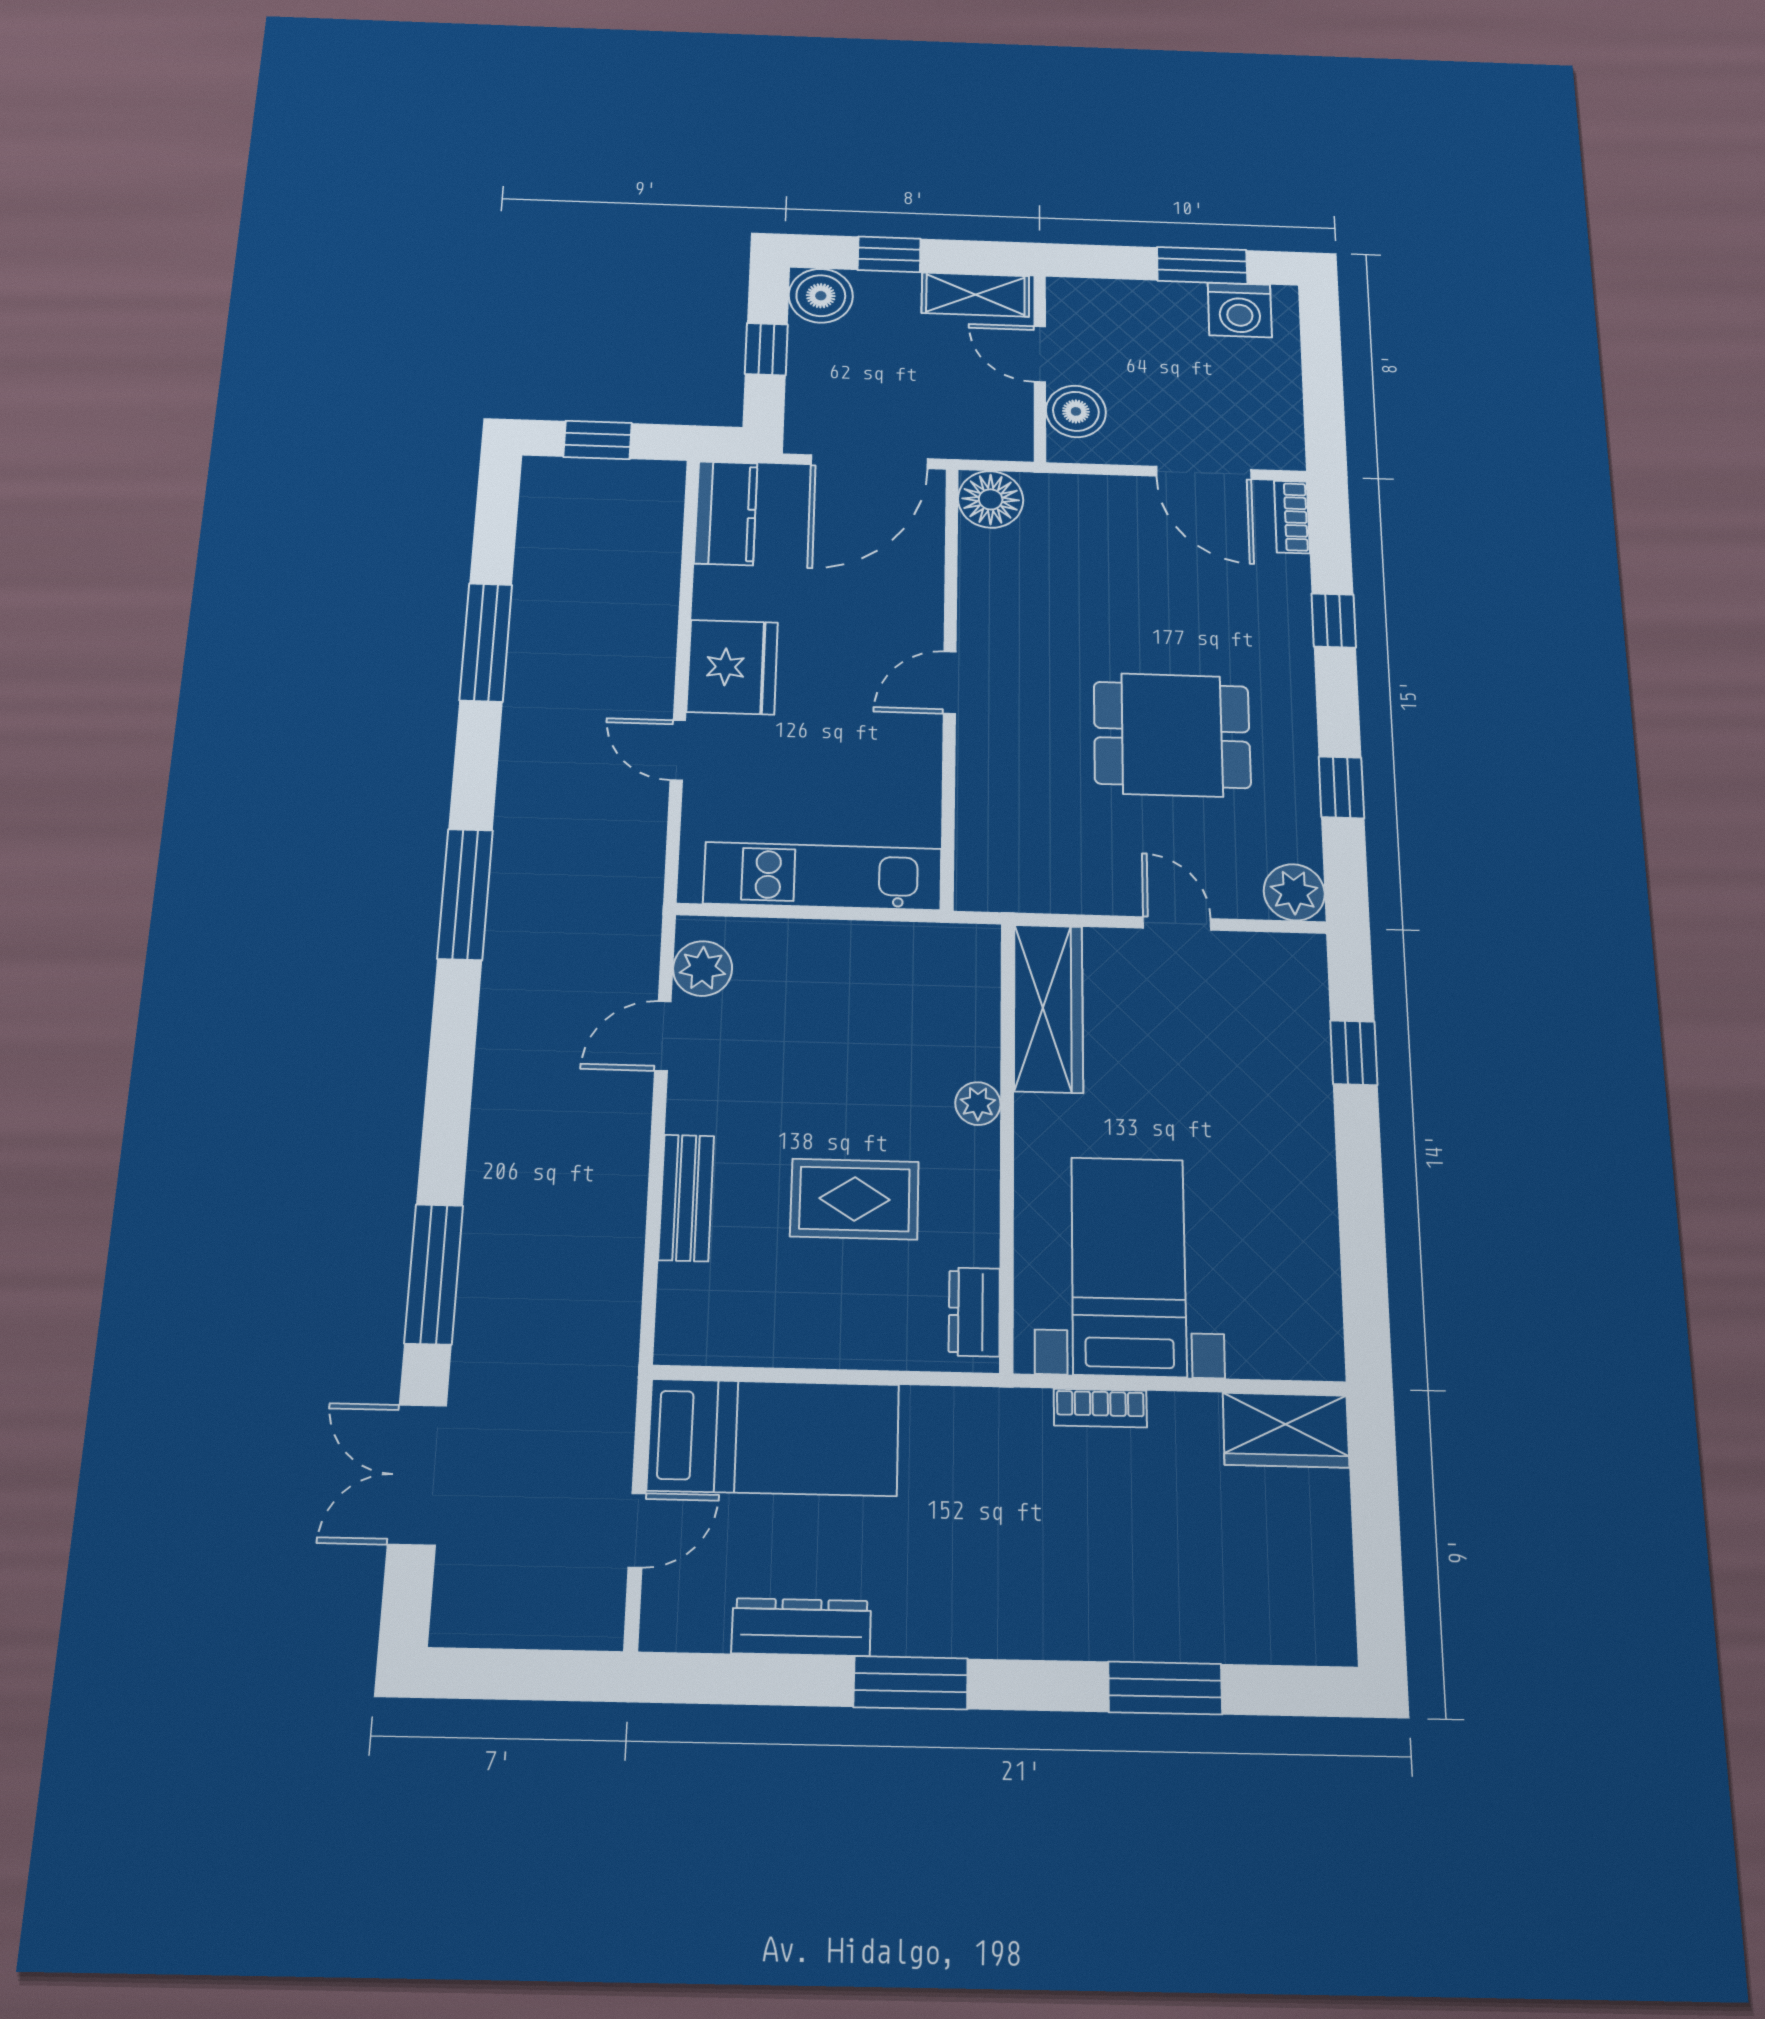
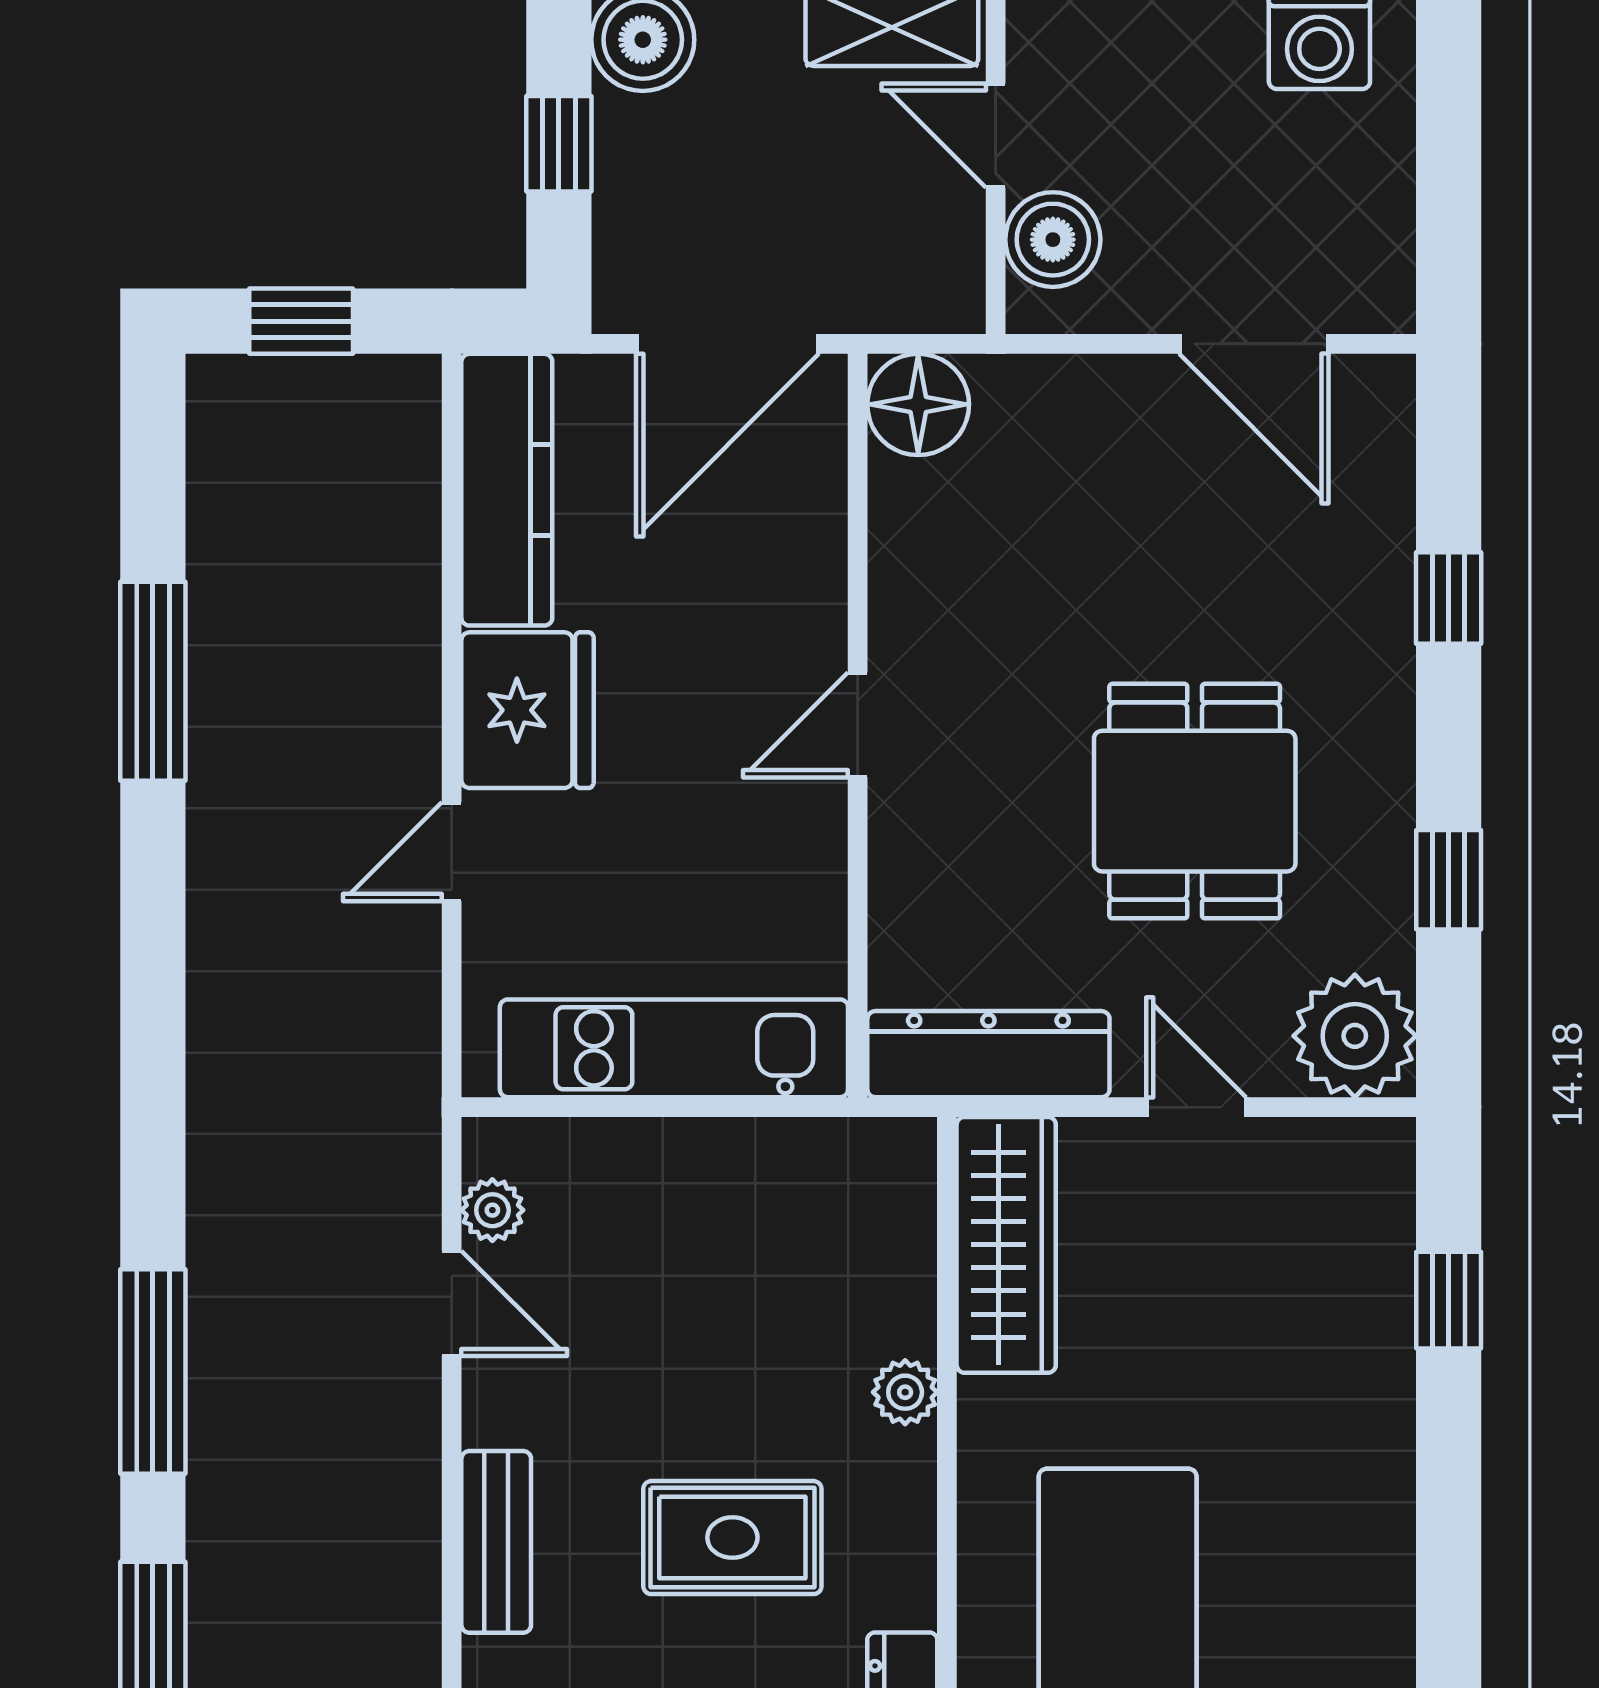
kitchen counter: (726, 513) -> (507, 490), width x1.50
bookcase: (1292, 517) -> (1391, 418), removed
dining table: (1172, 735) -> (1195, 801), turned 90
door: (678, 750) -> (452, 852), hinge flipped
dresser: (1036, 886) -> (988, 1054), added
plant: (1294, 892) -> (1355, 1036), width x1.36, depth x1.36
window: (465, 894) -> (153, 1371), moved
plant: (703, 968) -> (492, 1210), width x0.73, depth x0.73
door: (663, 1036) -> (452, 1304), swing flipped

